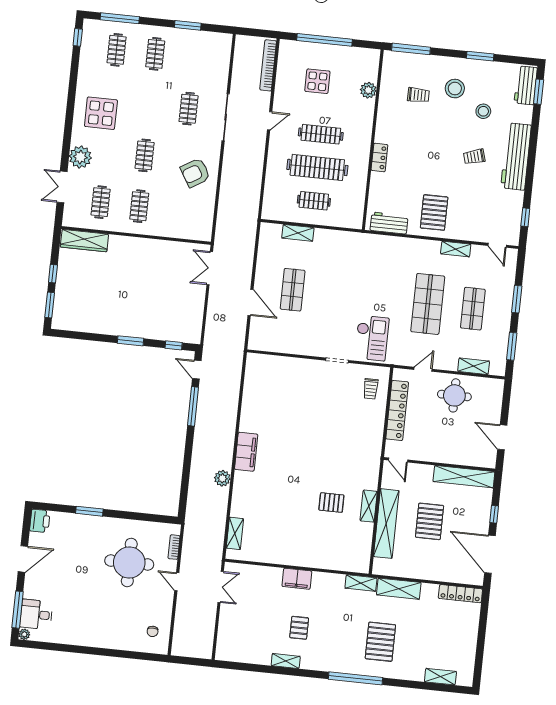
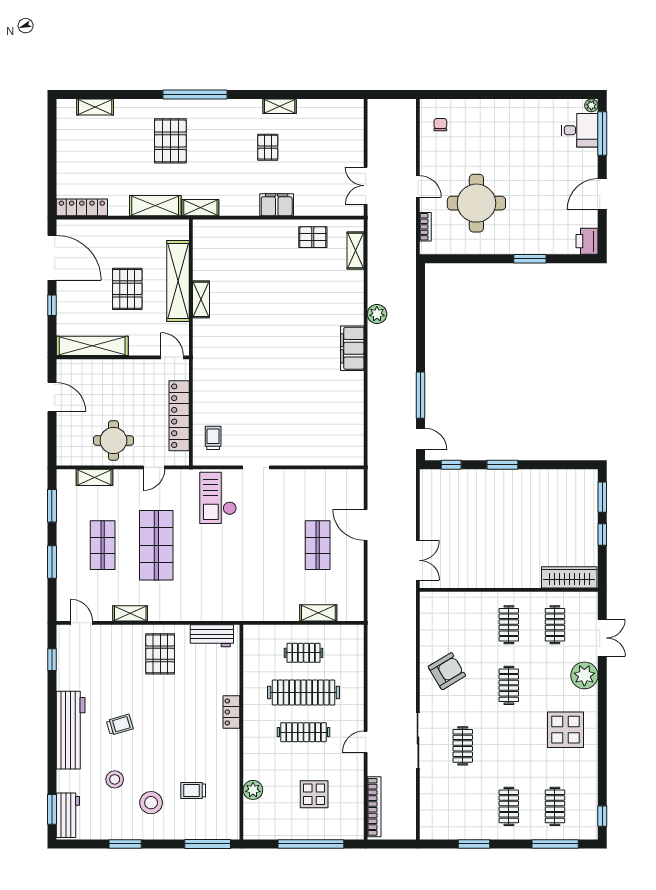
pallet: (331, 503) -> (313, 237), moved

